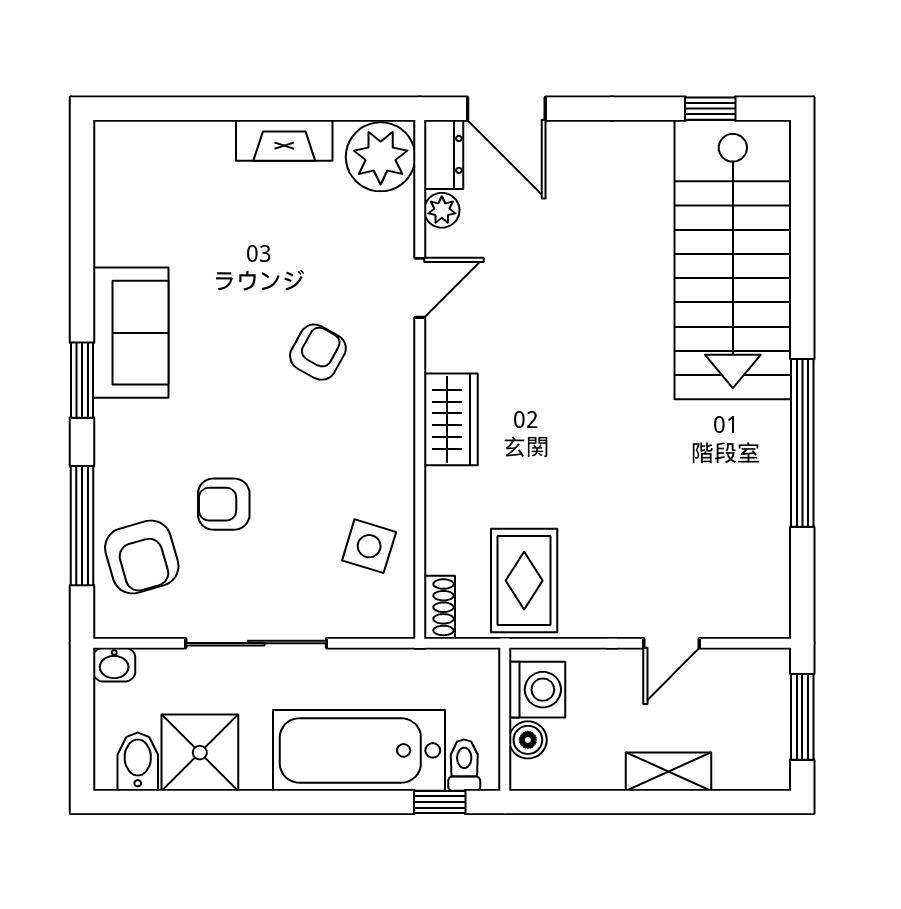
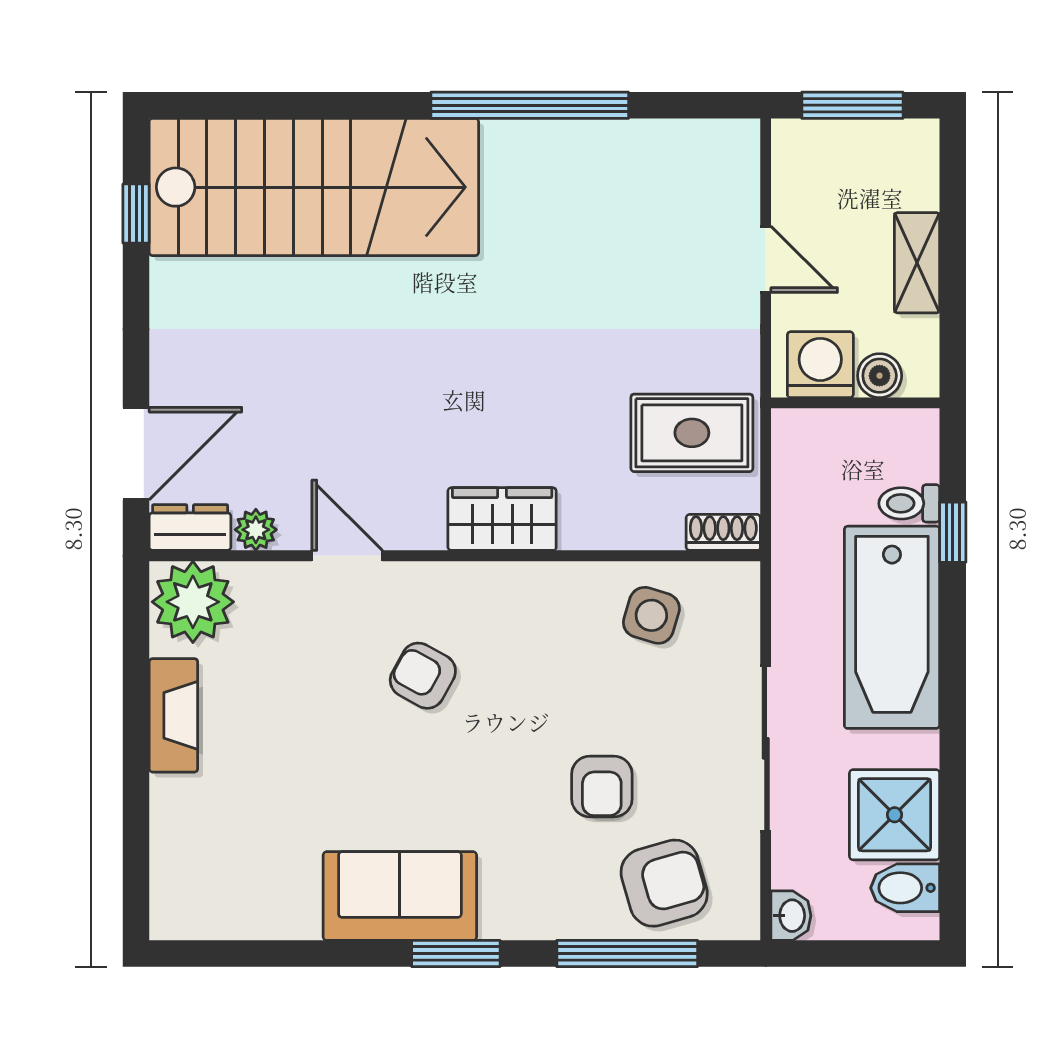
washing machine: (537, 690) -> (820, 365), moved
wall: (505, 719) -> (855, 403), moved
boiler: (528, 740) -> (880, 376), moved

